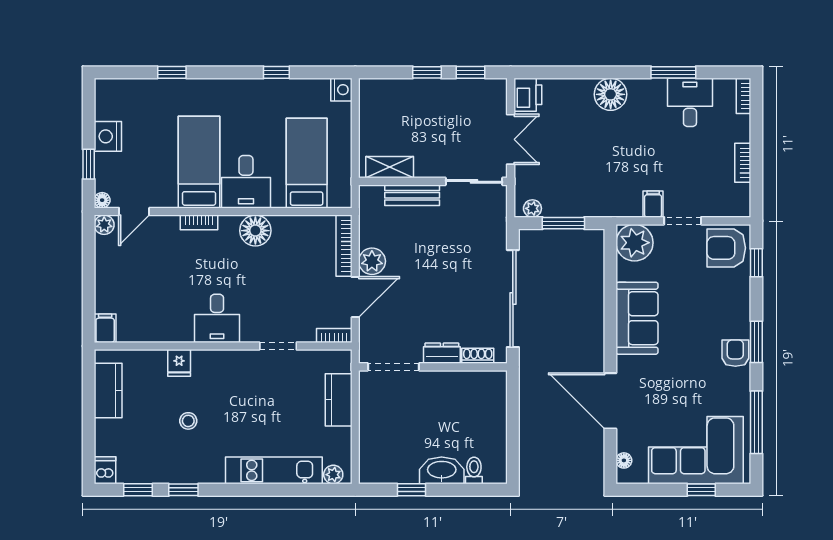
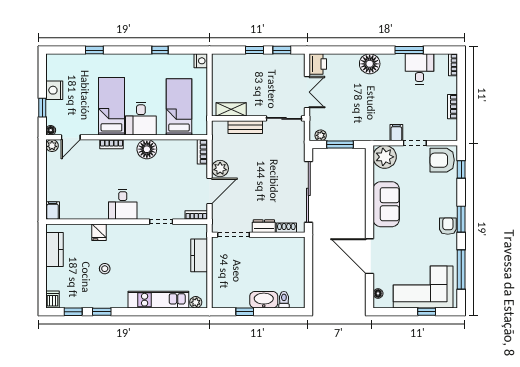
bookcase: (344, 246) -> (202, 152), width x0.64

